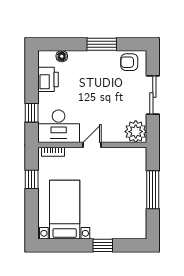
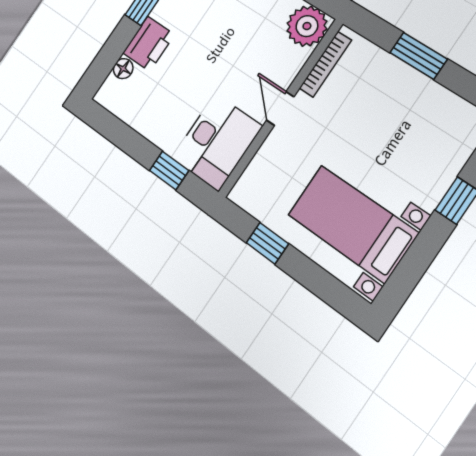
printer: (48, 79) -> (149, 44), moved, turned 90
bookcase: (53, 152) -> (325, 64), moved, width x1.56
window: (153, 190) -> (419, 56), width x0.69

